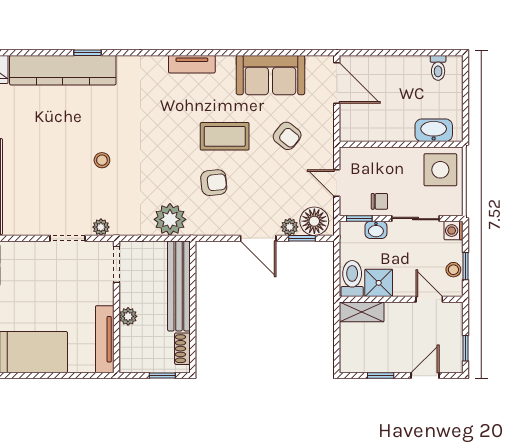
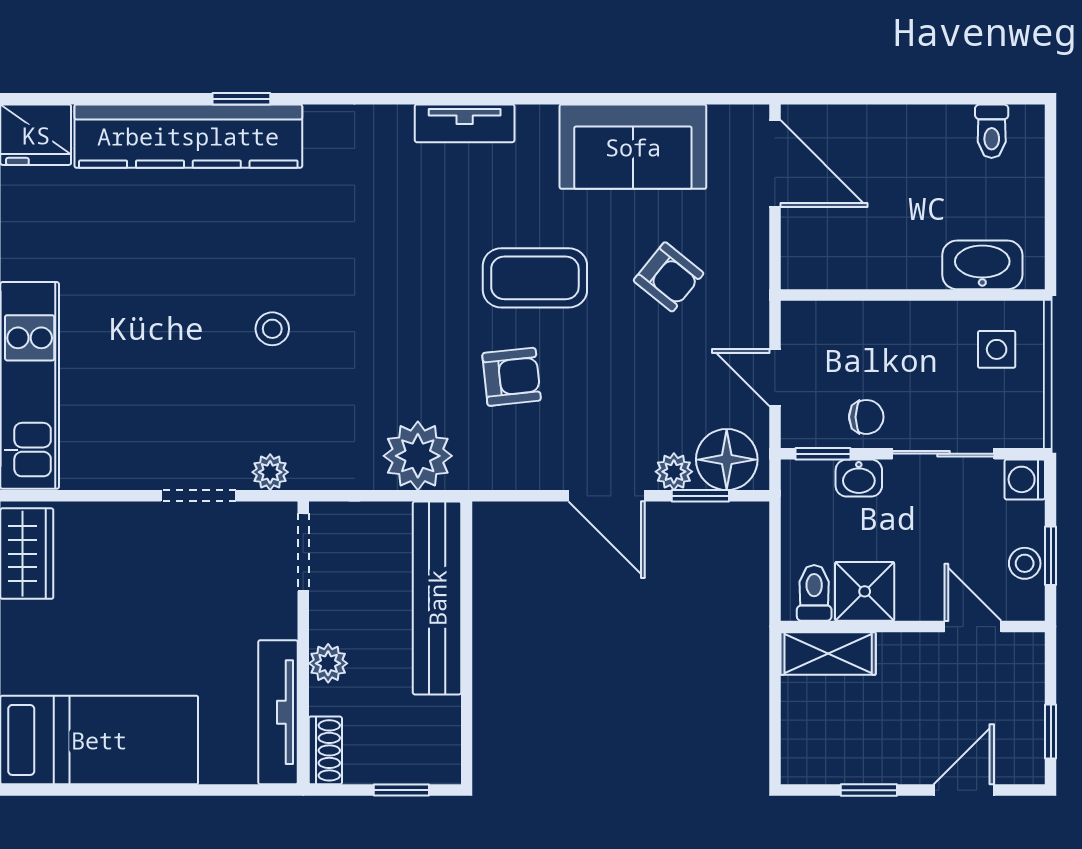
side table: (440, 170) -> (997, 349), width x0.54, depth x0.54
toilet: (352, 278) -> (814, 593), width x0.73, depth x0.72
shoe rack: (182, 349) -> (325, 750), moved, turned 180

